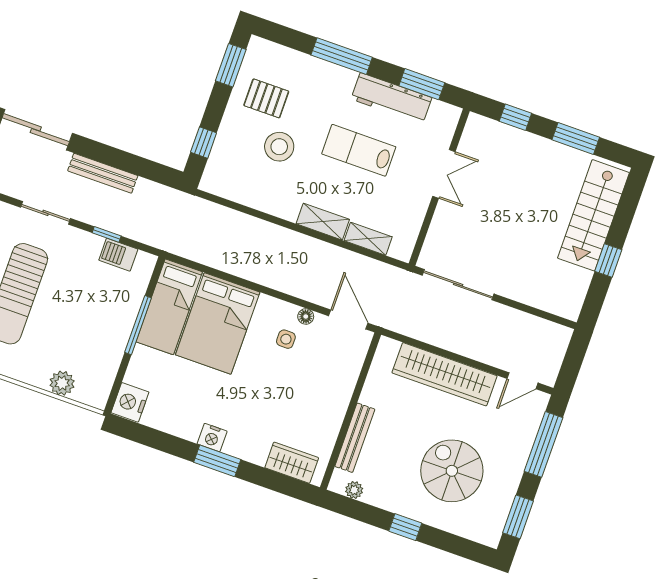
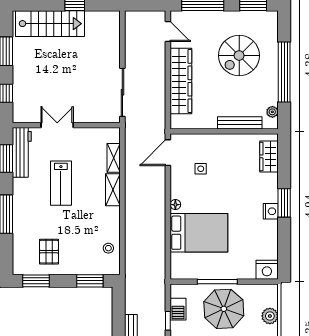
workbench: (391, 98) -> (22, 152), moved
window: (204, 143) -> (90, 281), width x1.50
stool: (279, 147) -> (108, 248), moved, width x0.53, depth x0.53
bed: (169, 307) -> (199, 266), removed
floor lamp: (306, 316) -> (175, 205), moved
parasol: (96, 321) -> (224, 309), added
side table: (286, 339) -> (201, 169), moved
window: (405, 527) -> (284, 72), width x3.17

